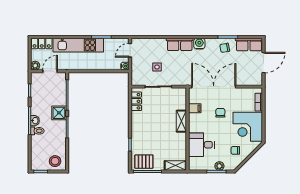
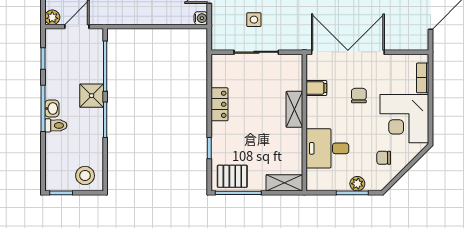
locker: (136, 101) -> (220, 104), moved

